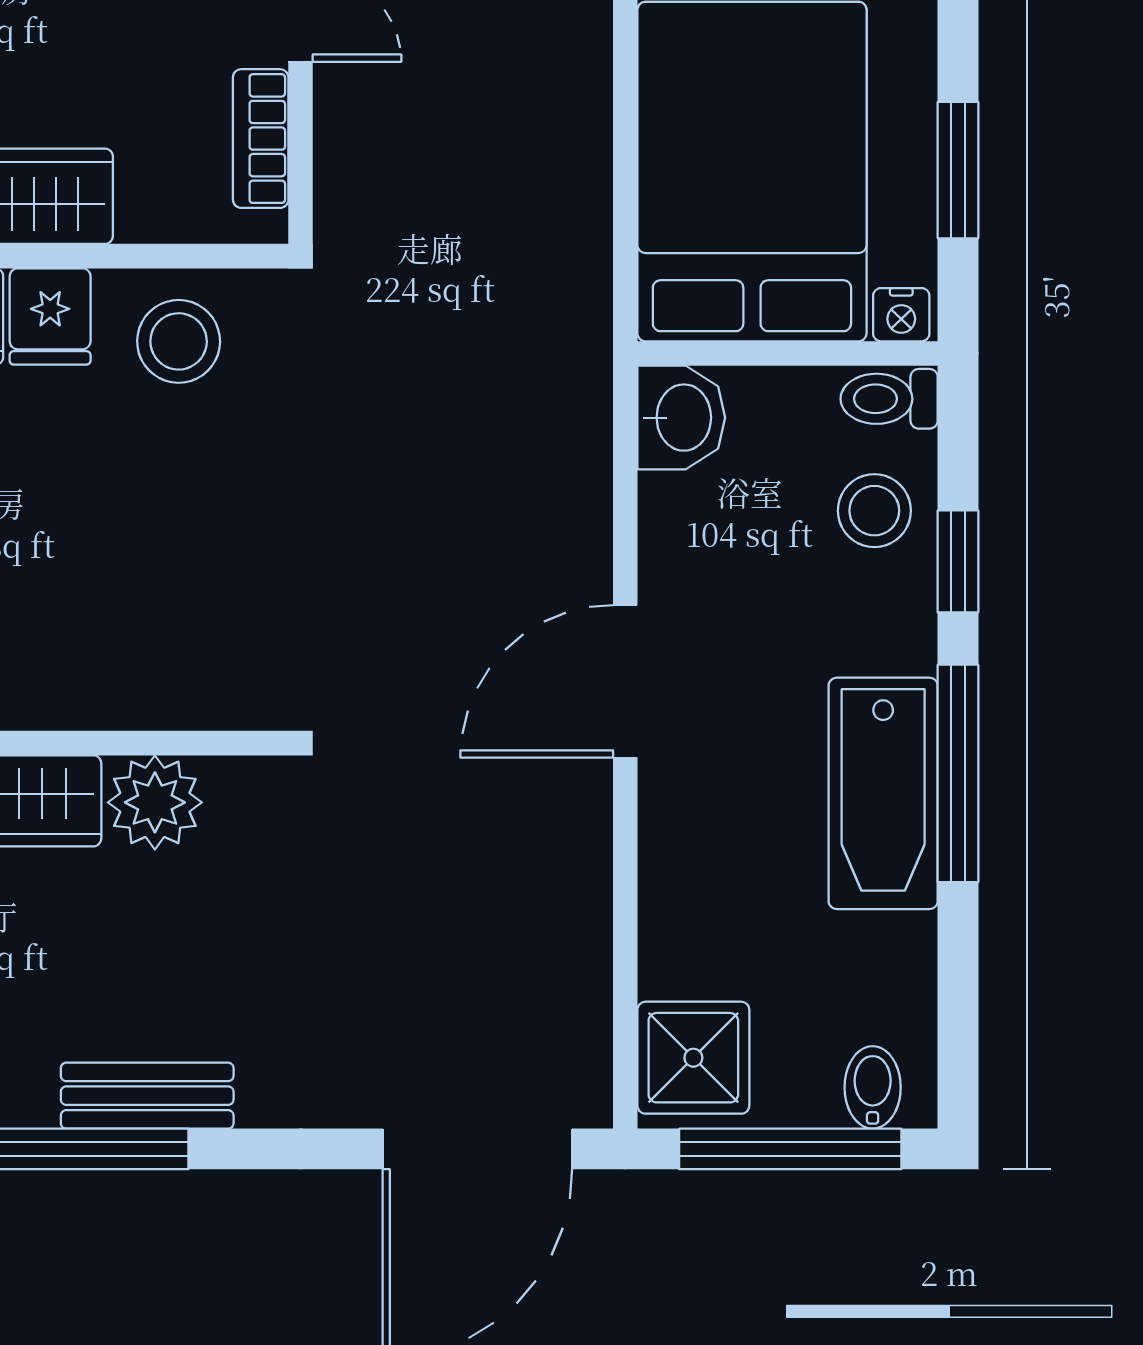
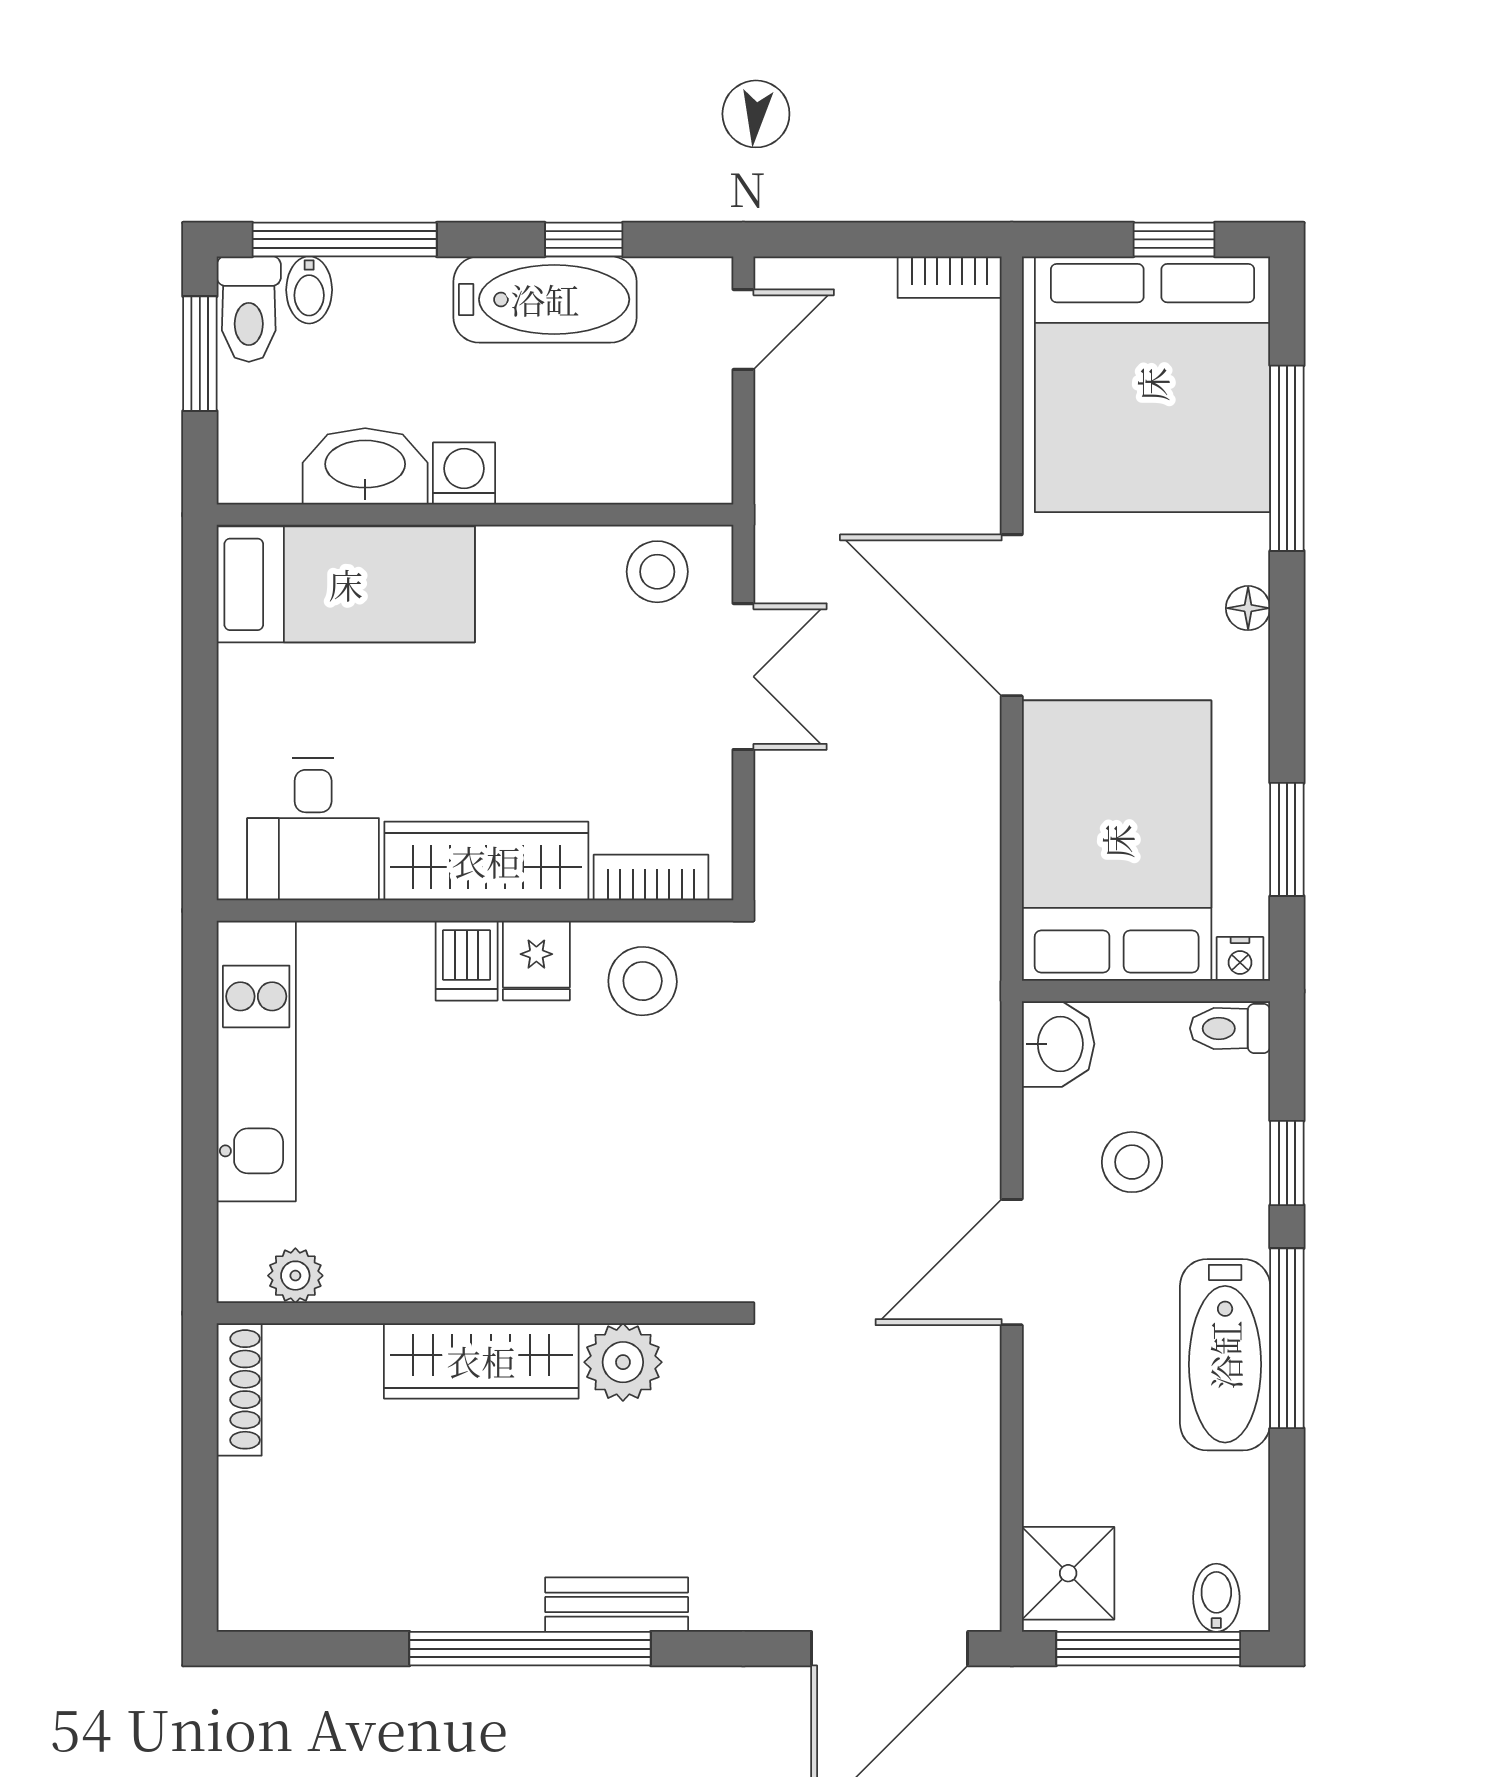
bookcase: (261, 139) -> (651, 878), moved, turned 90
stool: (874, 511) -> (1132, 1162), moved

